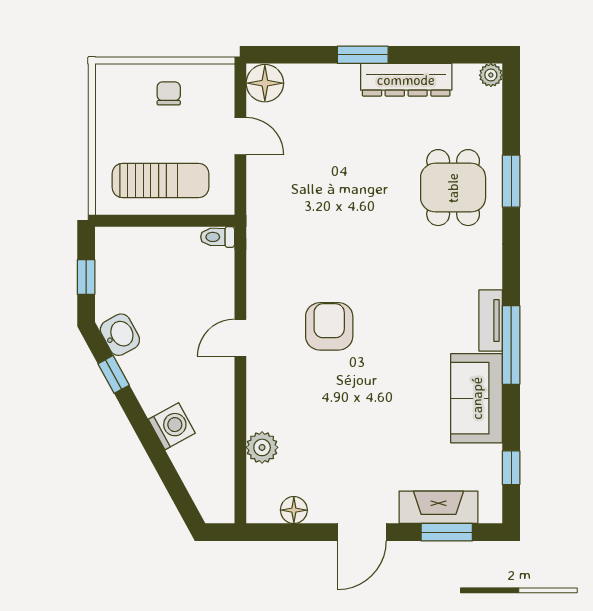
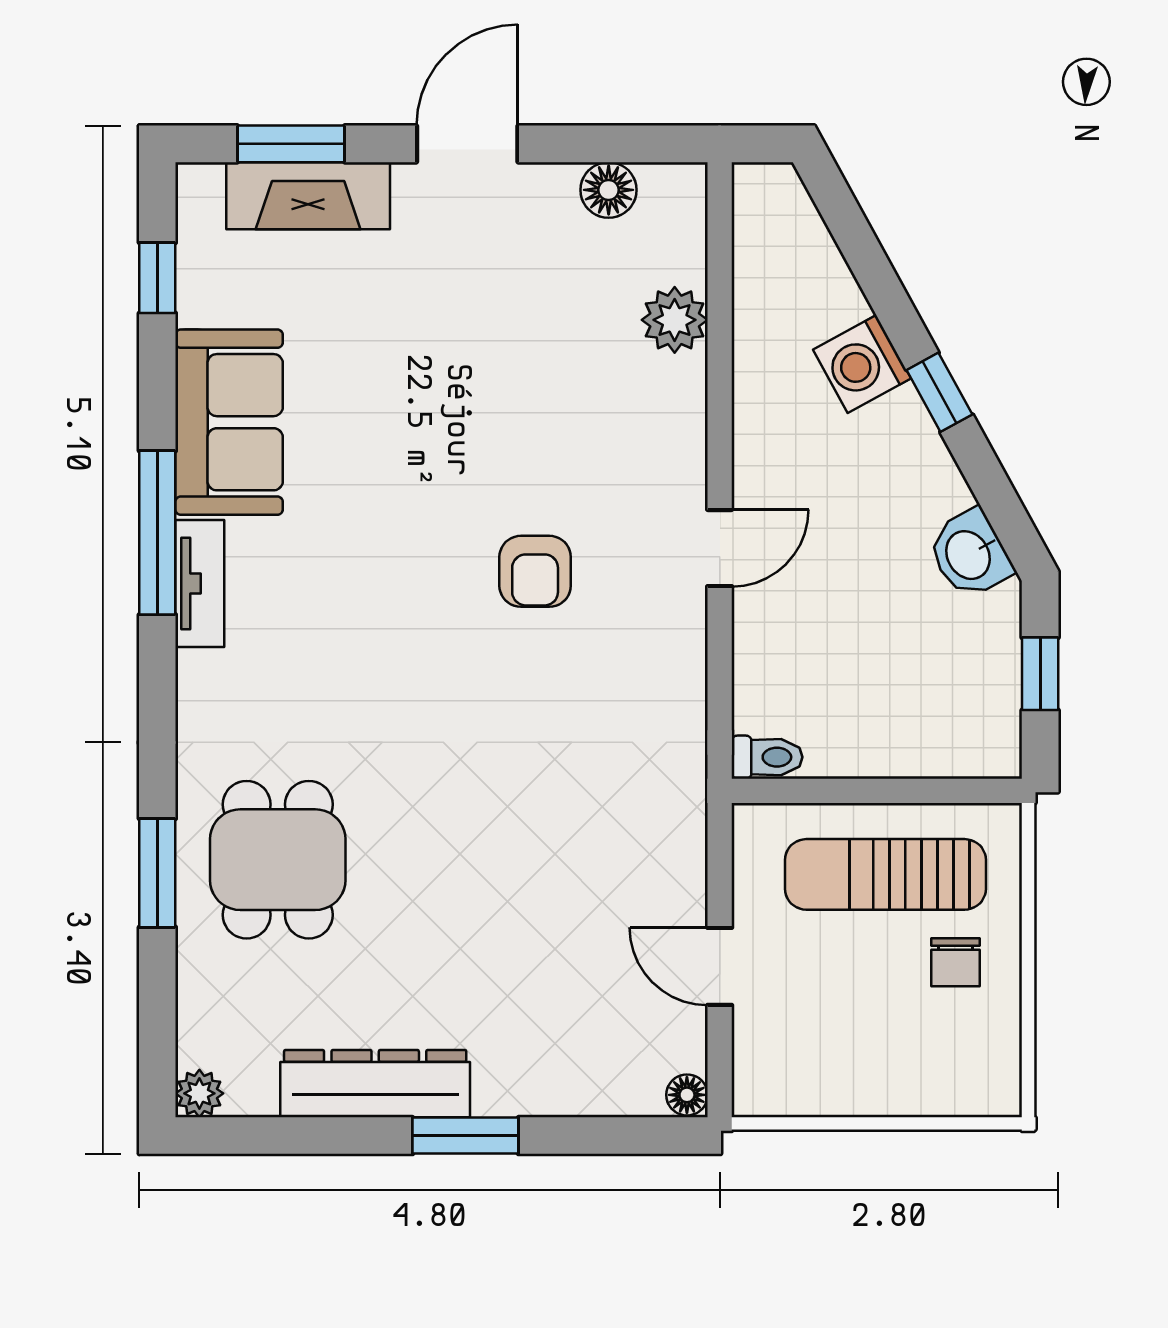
floor lamp: (265, 83) -> (687, 1095), width x0.53, depth x0.53
chair: (169, 93) -> (956, 962), moved
armchair: (329, 326) -> (535, 571), width x0.72, depth x0.72
window: (114, 374) -> (939, 392), moved

